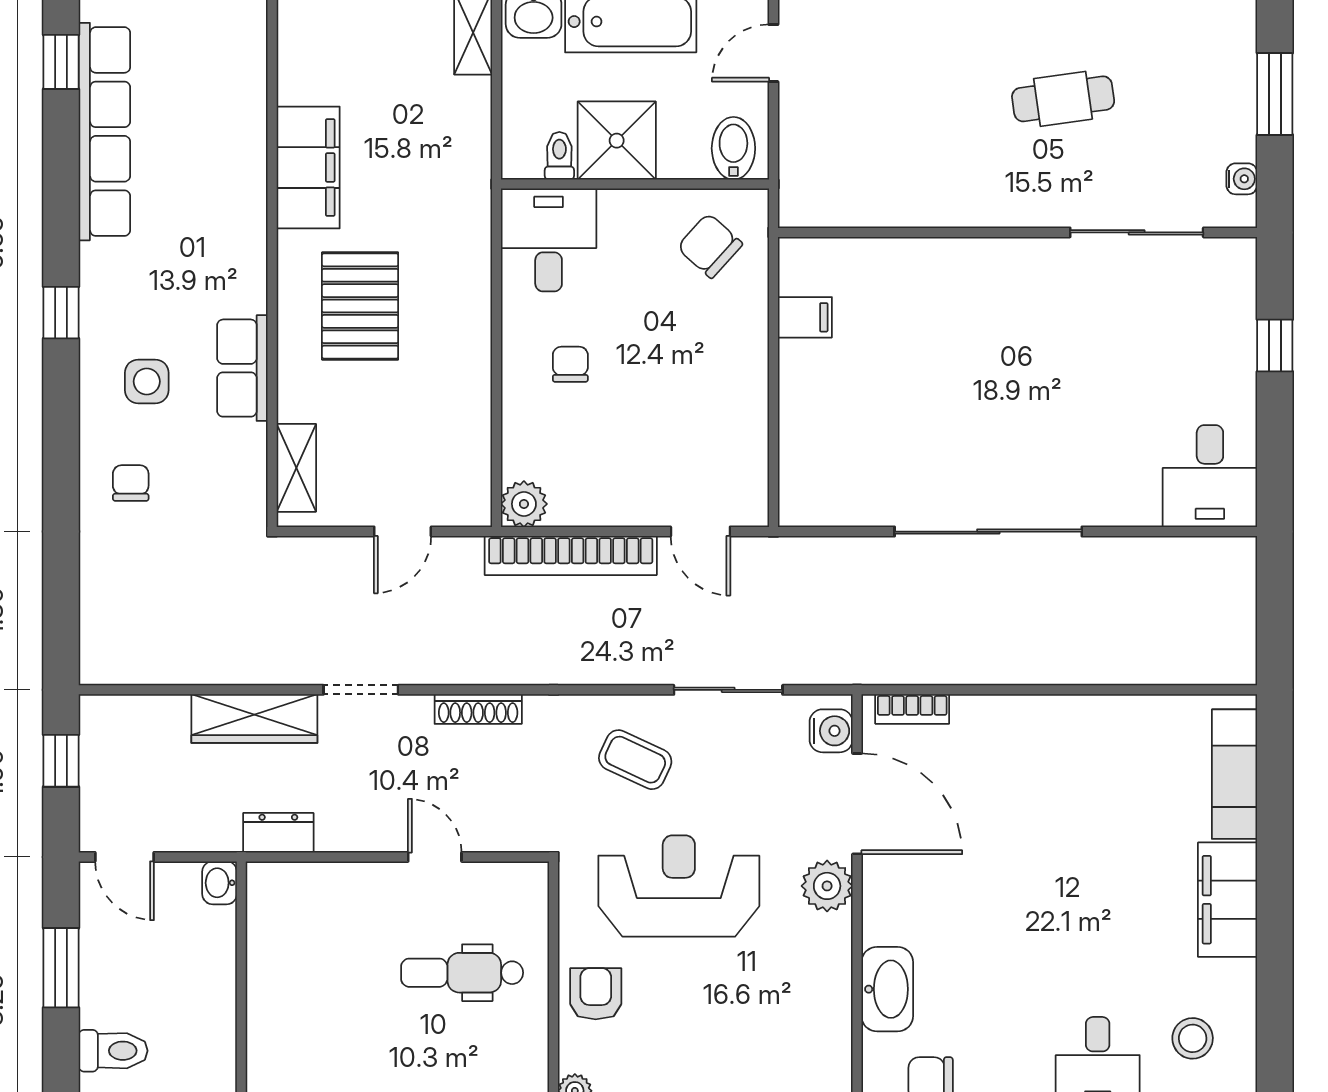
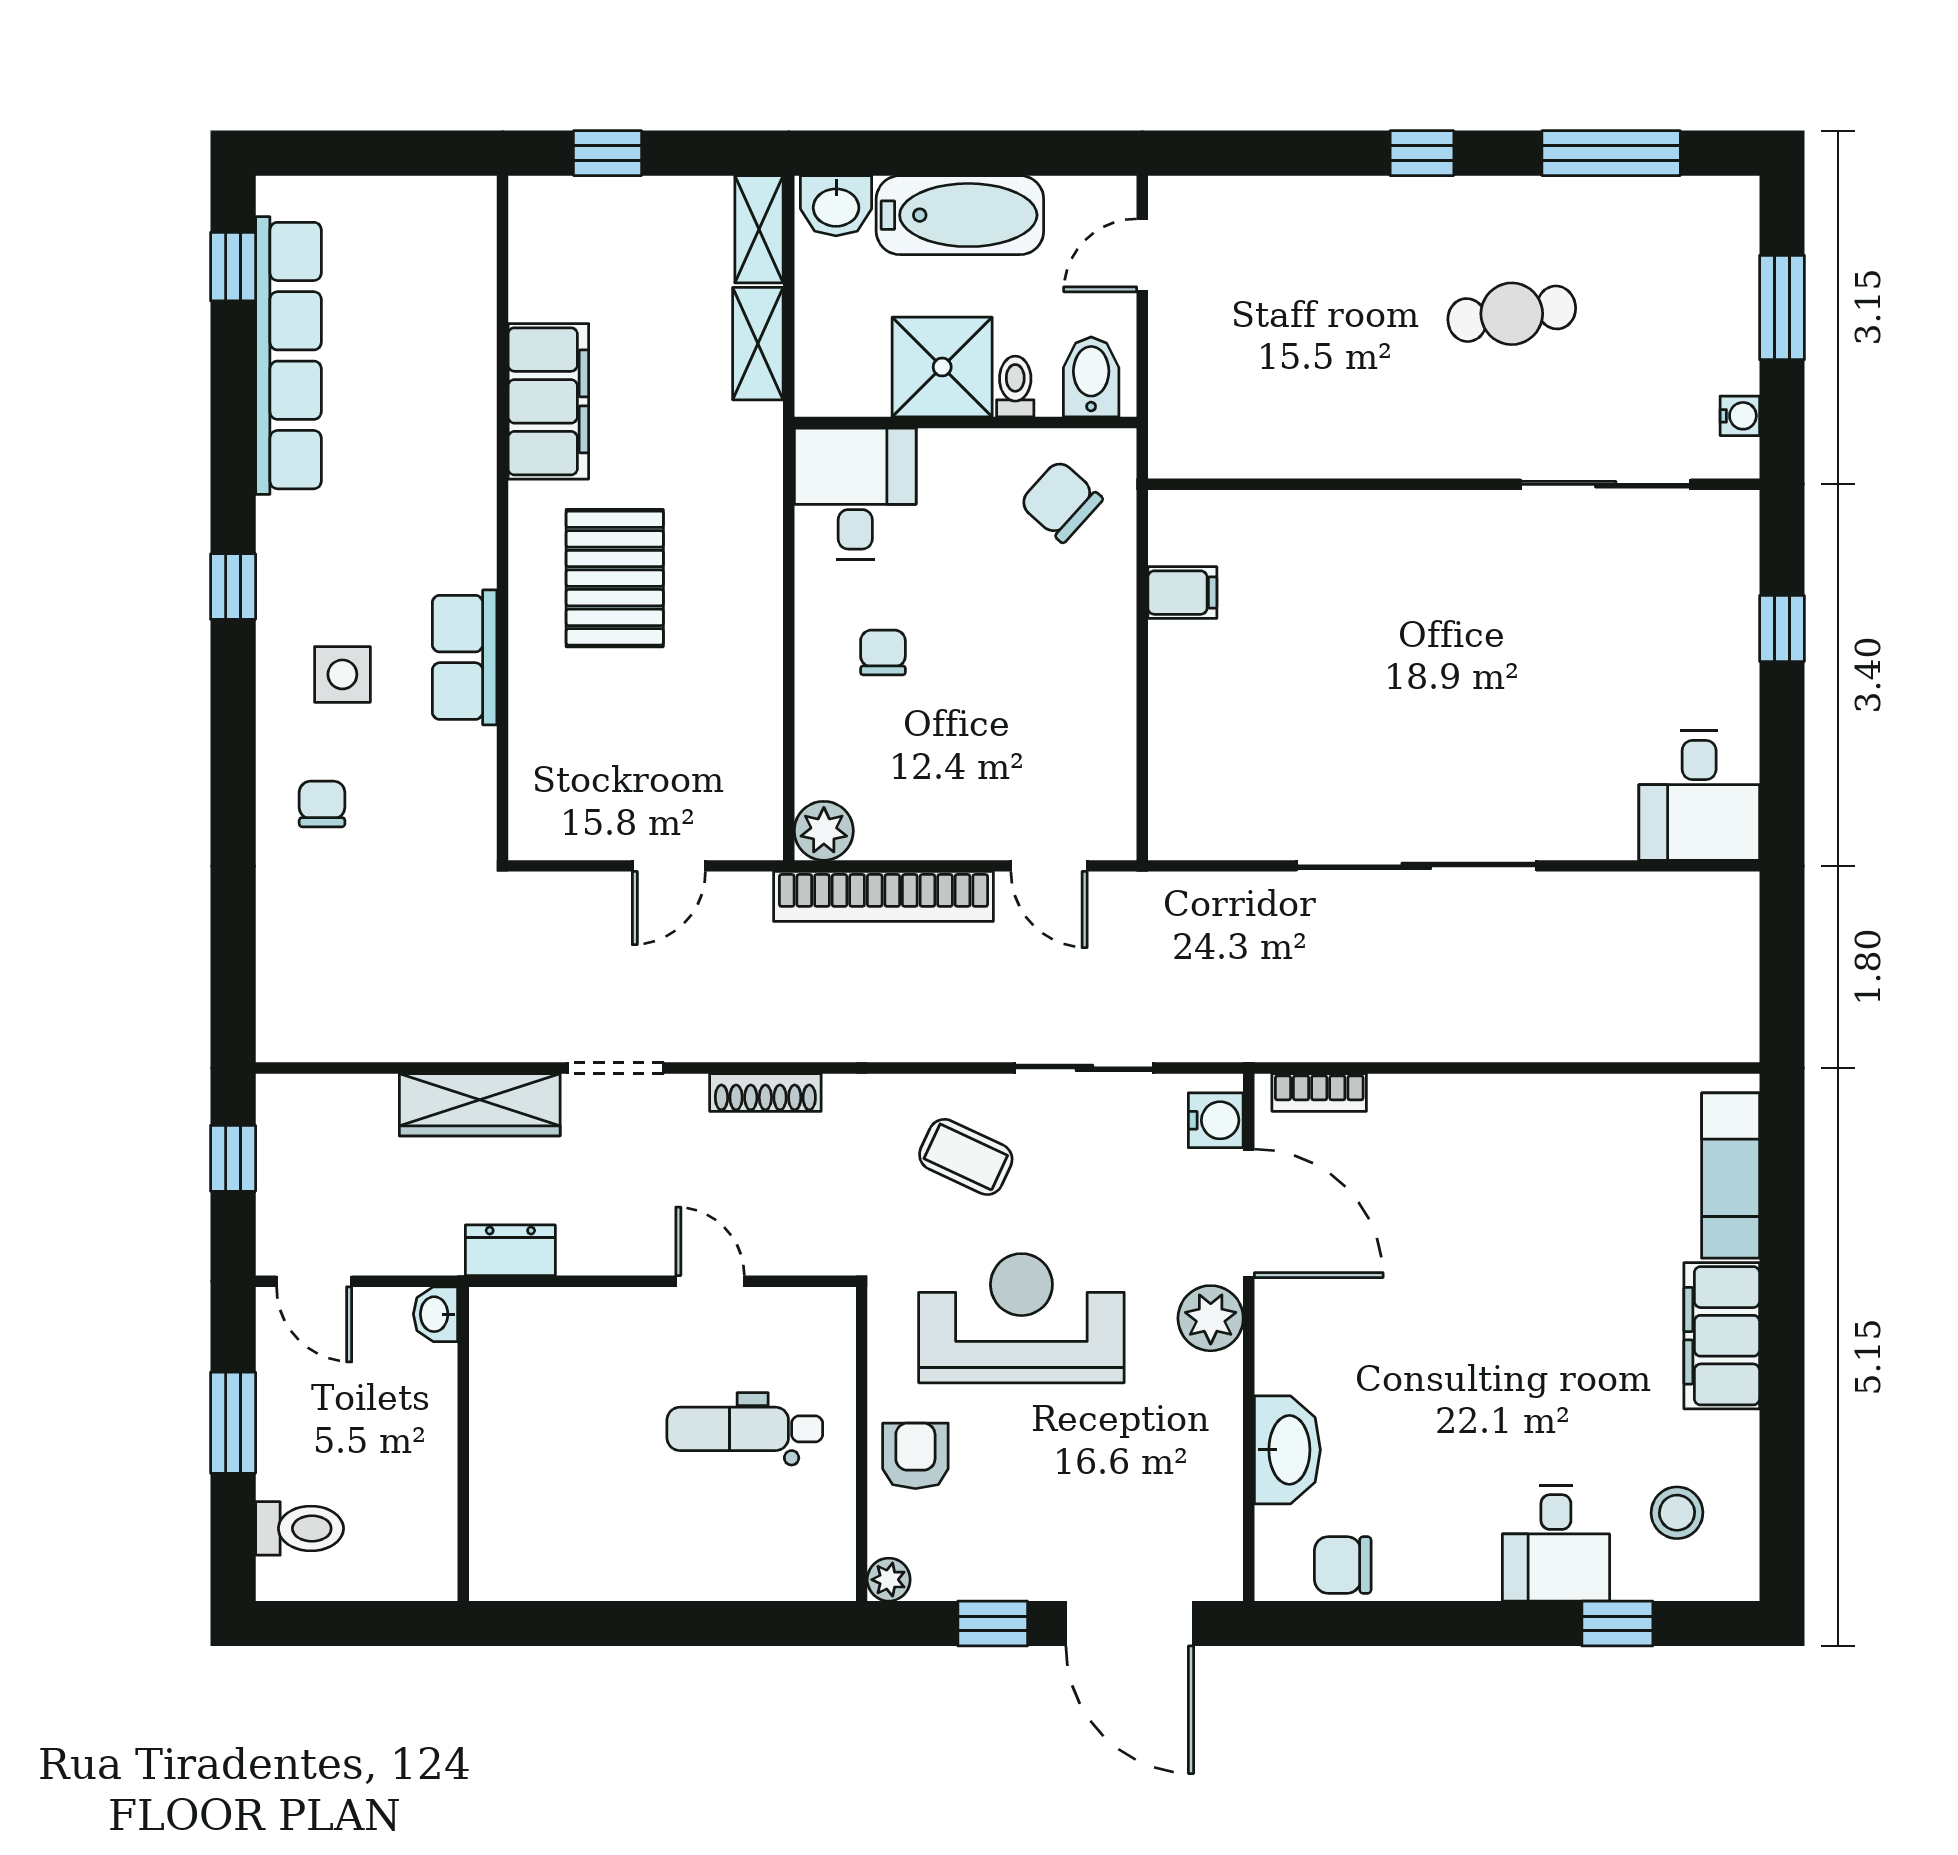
toilet: (559, 156) -> (1015, 386), moved
shelving: (296, 468) -> (758, 344), moved

